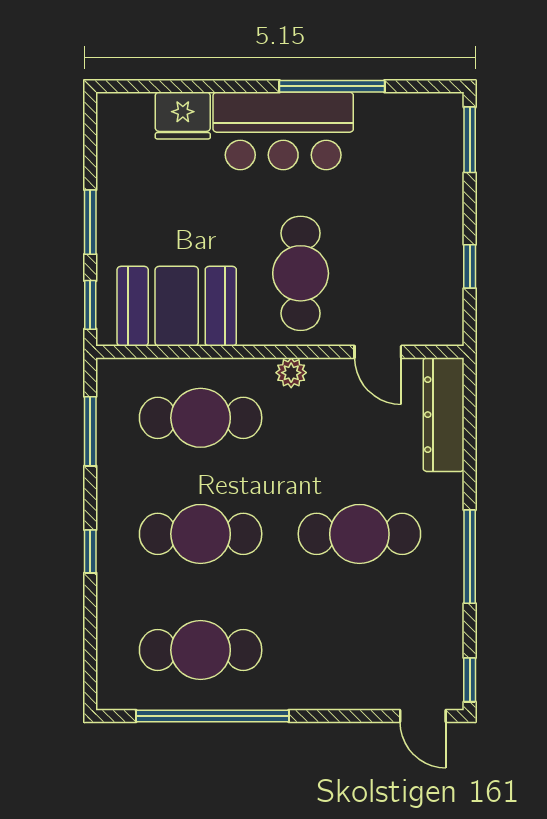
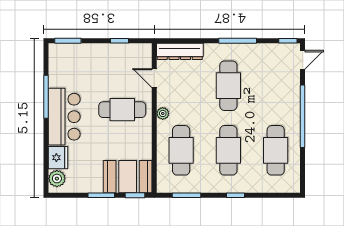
plant: (131, 113) -> (57, 179), added
booth: (177, 306) -> (128, 177), moved, turned 90
door: (378, 352) -> (154, 78), swing flipped
window: (212, 716) -> (303, 116), moved

